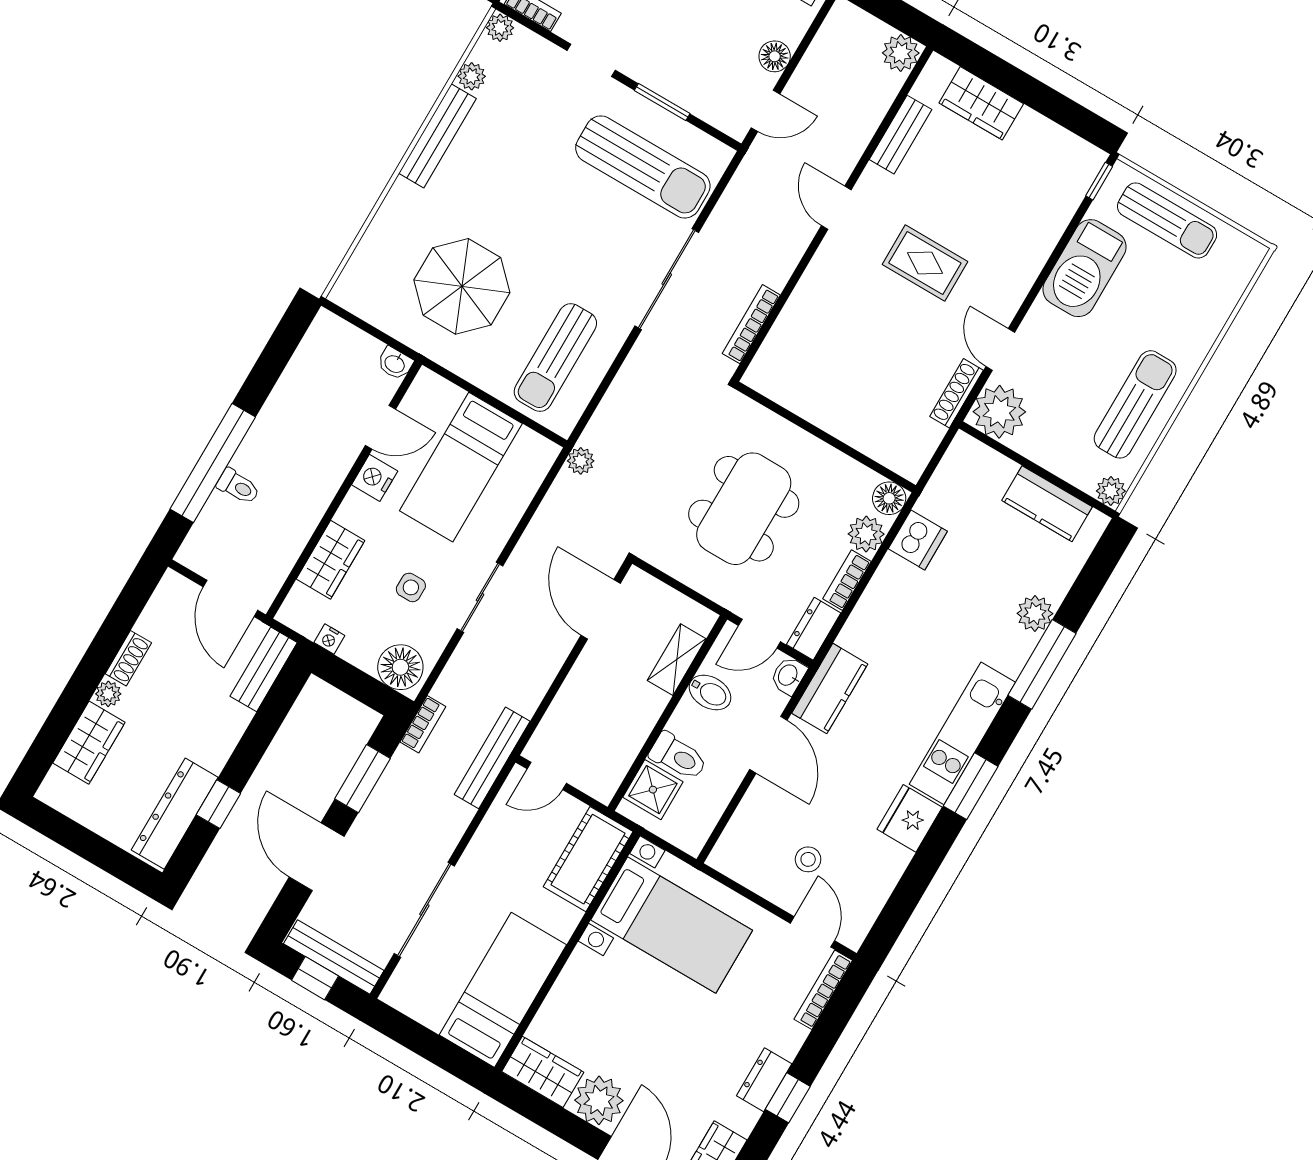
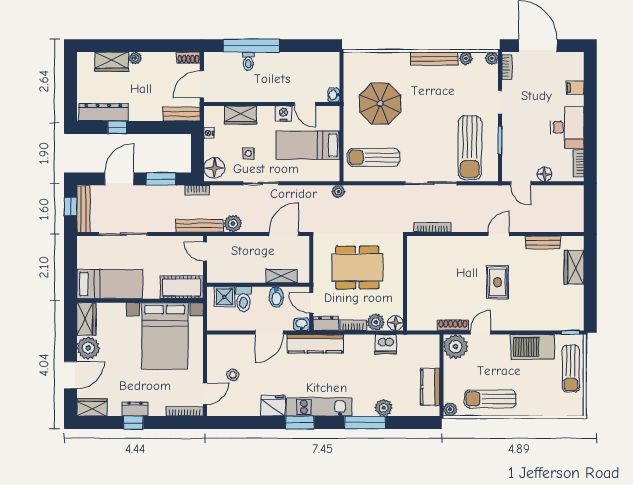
plant: (901, 53) -> (233, 224), moved
sun lounger: (1135, 404) -> (490, 399), turned 180
shoe rack: (128, 658) -> (188, 58), moved
kitchen counter: (830, 689) -> (315, 344), width x1.50
bed with nightstands: (672, 925) -> (165, 336), width x1.36

